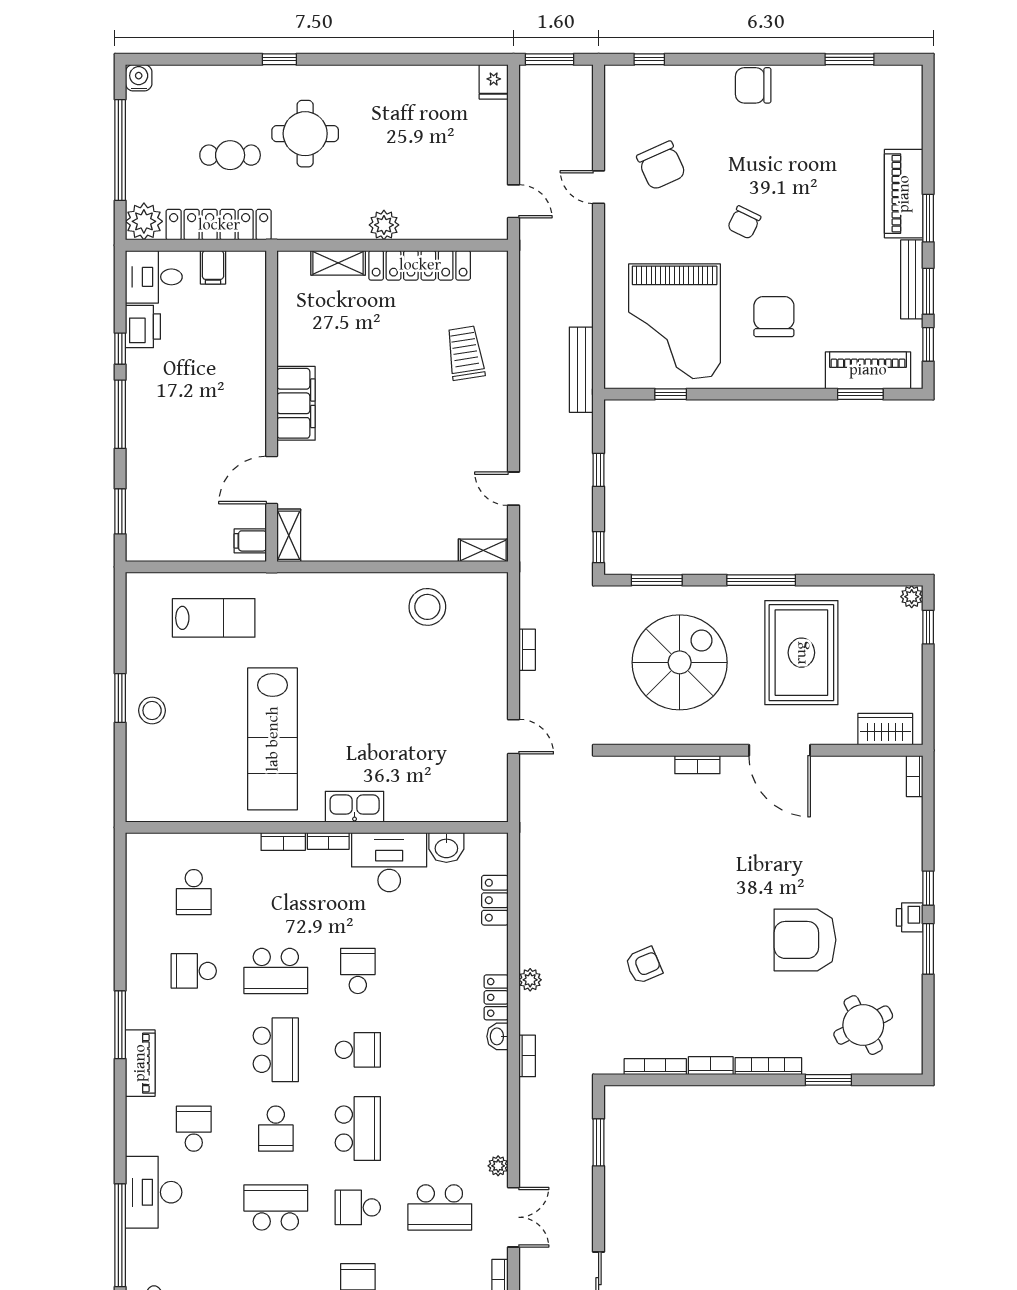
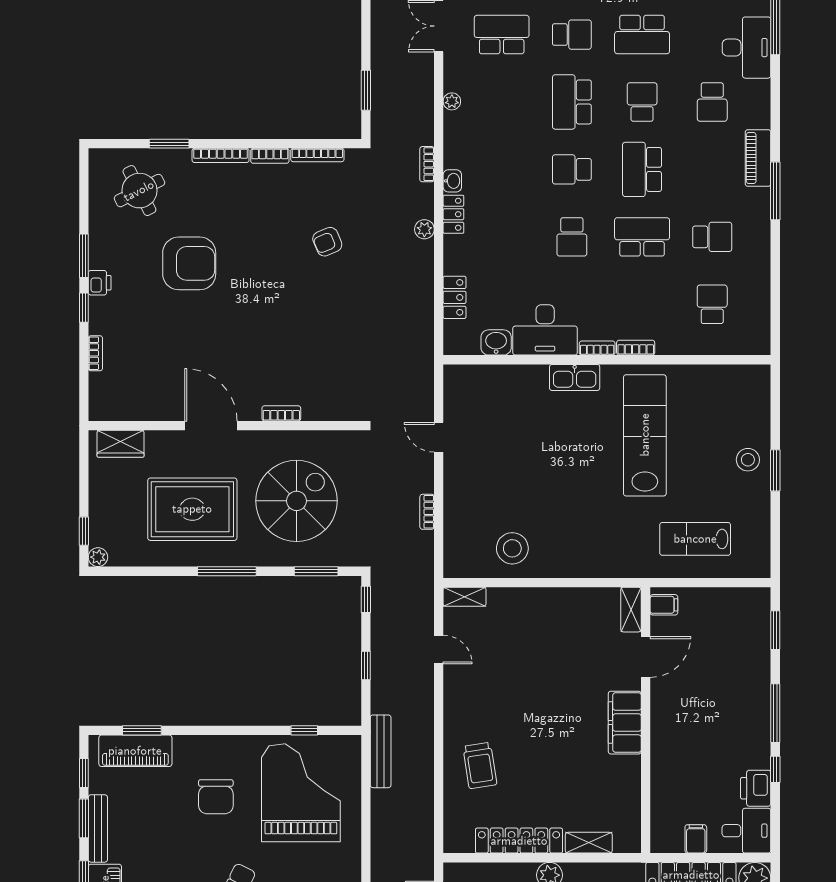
rug: (801, 653) -> (192, 509), turned 90
spiral stairs: (680, 662) -> (297, 501), turned 180
bookcase: (915, 776) -> (95, 353), moved
plant: (498, 1166) -> (452, 101), moved

